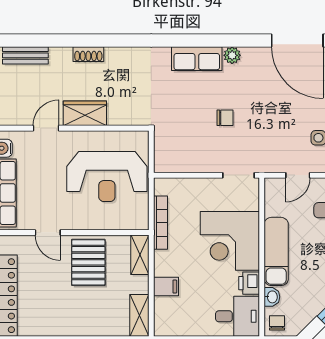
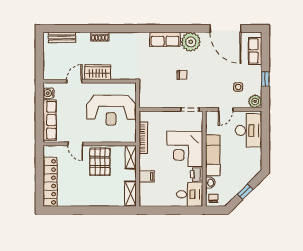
plant: (232, 55) -> (191, 42), width x1.88, depth x1.88

